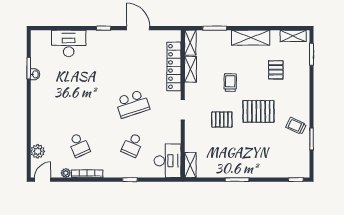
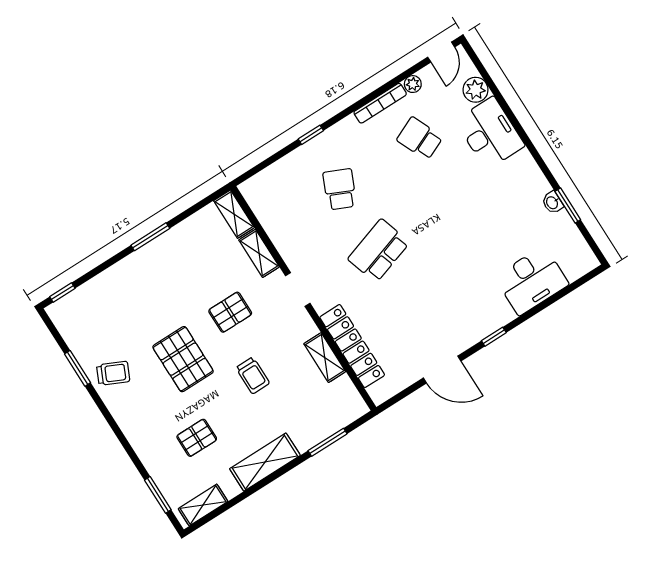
shelving: (190, 43) -> (259, 253), moved
pallet: (276, 70) -> (197, 438), turned 90
pallet: (259, 111) -> (183, 359), turned 90
desk: (168, 161) -> (490, 133), moved, turned 180

